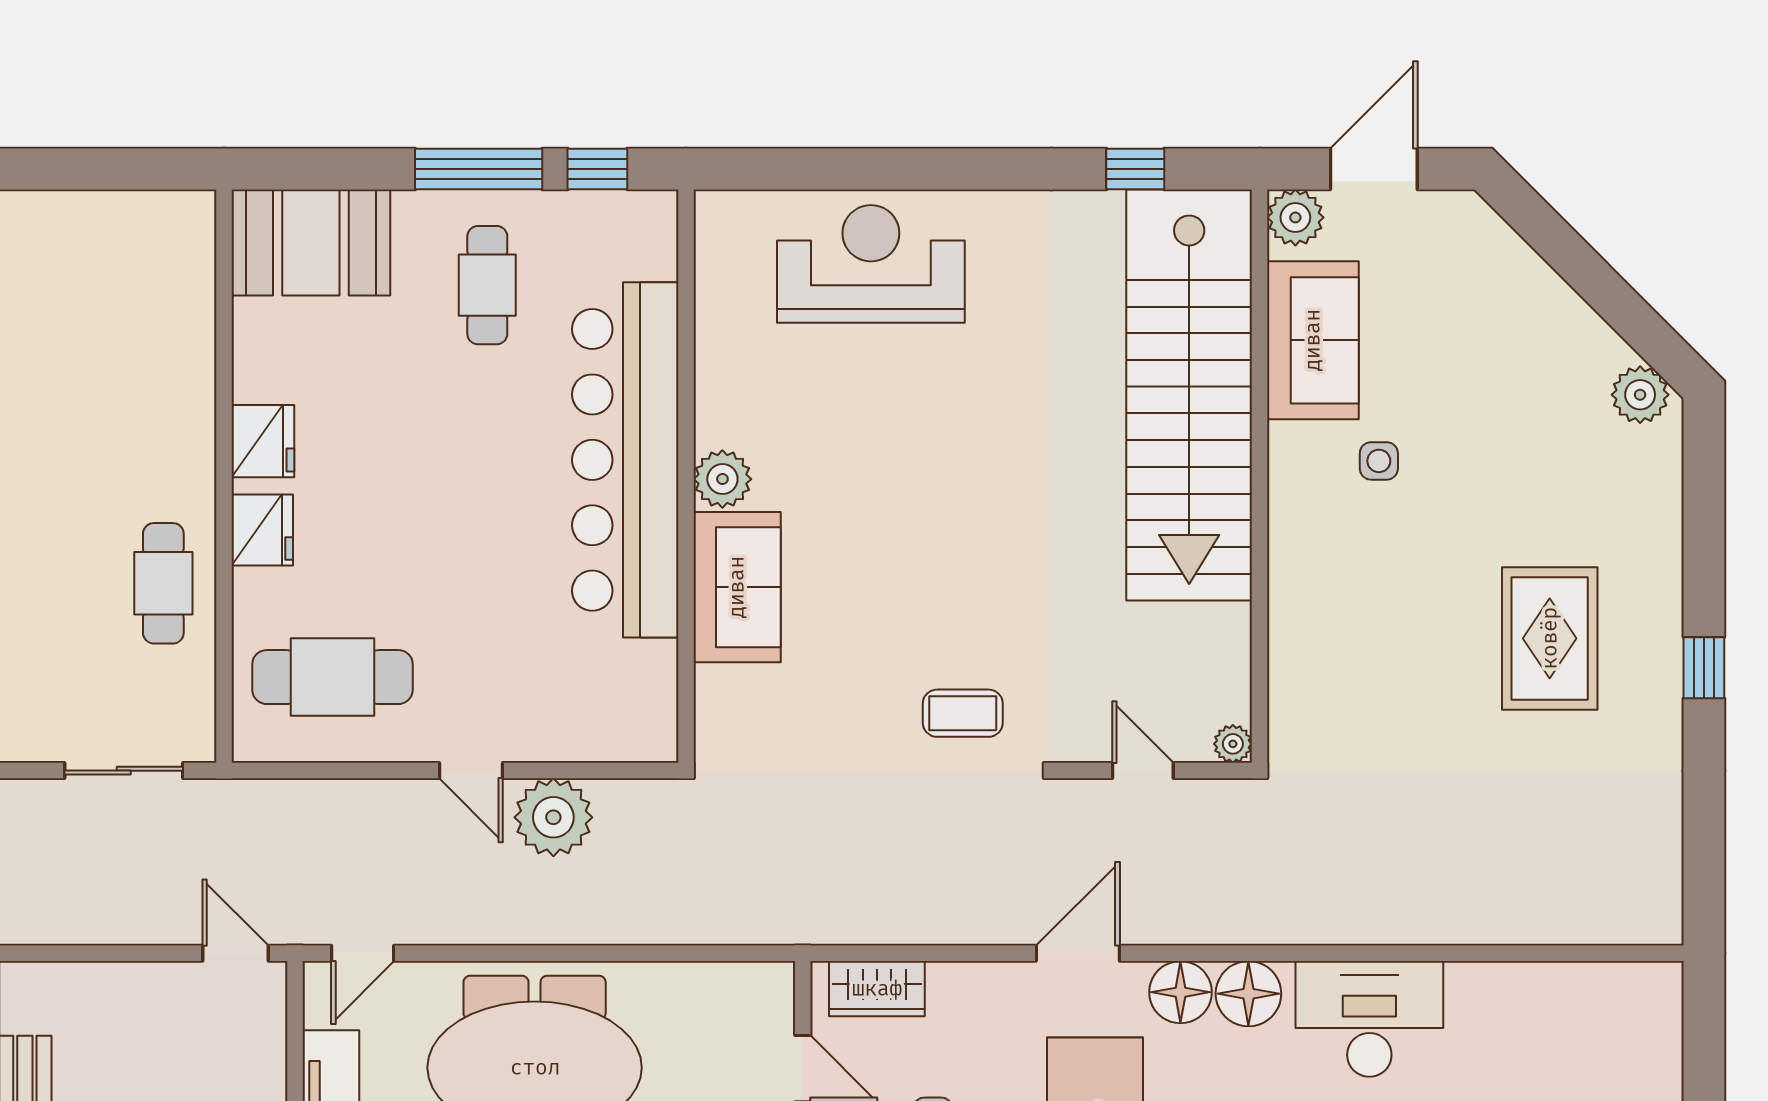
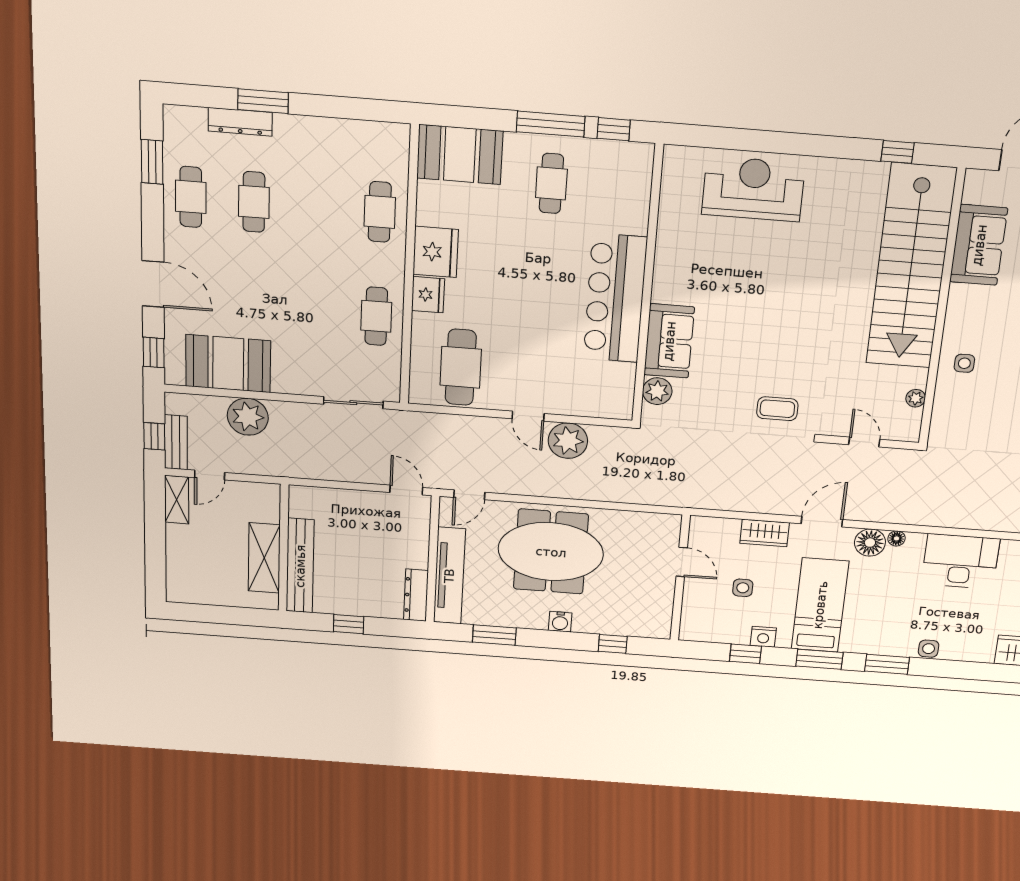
plant: (1295, 217) -> (978, 183), removed
cafe table: (163, 369) -> (380, 212), added
fridge: (263, 441) -> (436, 252), width x1.36, depth x1.34
bar counter: (625, 460) -> (615, 298), width x0.73
side table: (1379, 461) -> (964, 363), moved
plant: (722, 479) -> (657, 391), moved
cafe table: (333, 677) -> (461, 367), turned 90
plant: (1233, 744) -> (916, 398), moved
wardrobe: (877, 989) -> (765, 533), moved
floor lamp: (1248, 994) -> (897, 538), width x0.53, depth x0.53

